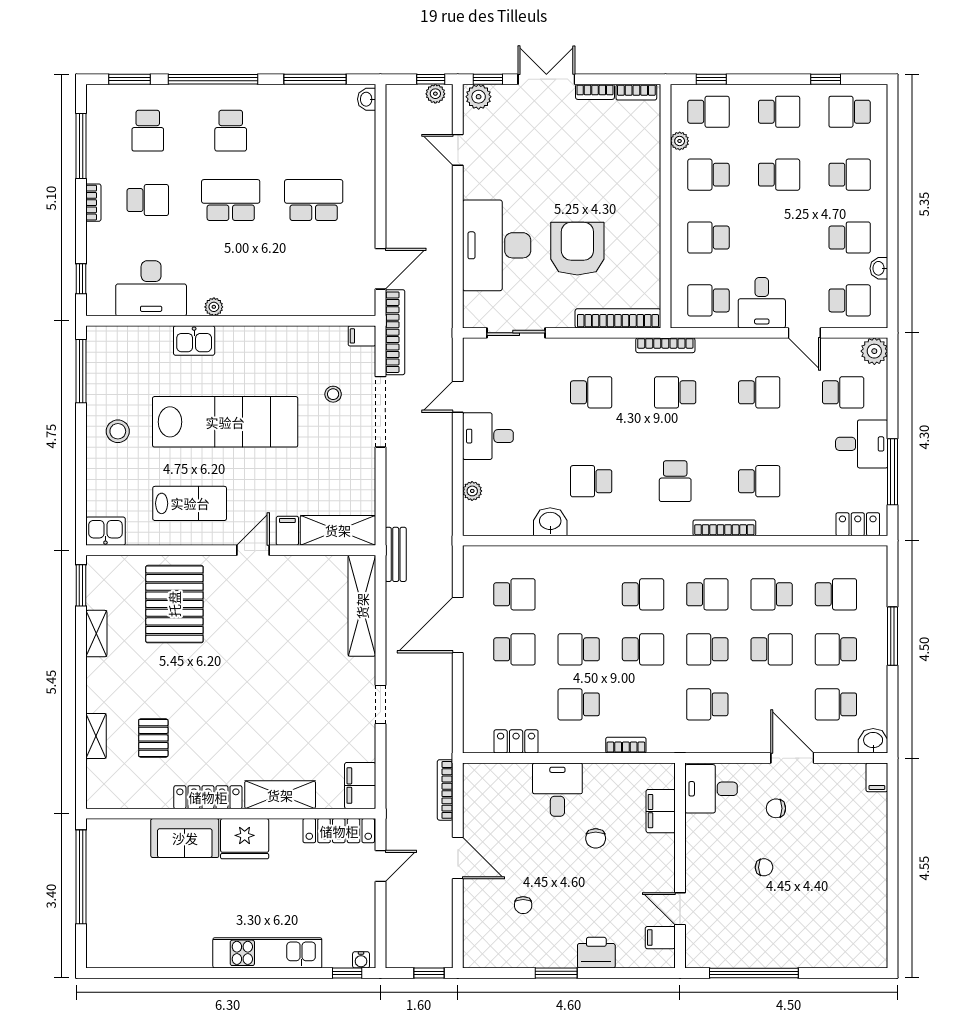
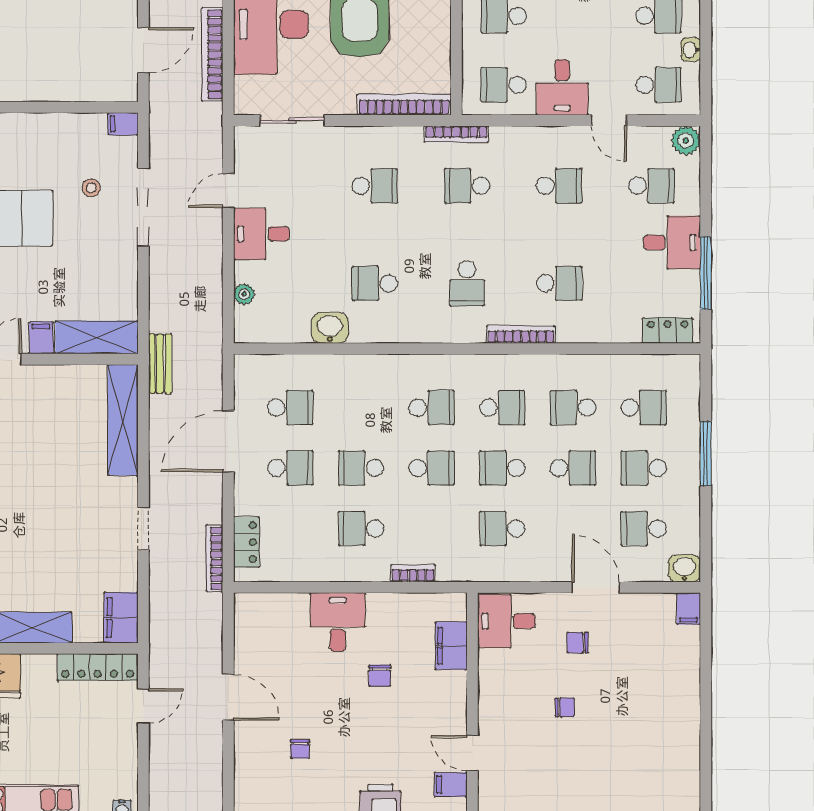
bookcase: (395, 332) -> (212, 54), moved, turned 180
locker: (516, 741) -> (246, 542), moved, turned 90
bookcase: (445, 790) -> (214, 558), moved

